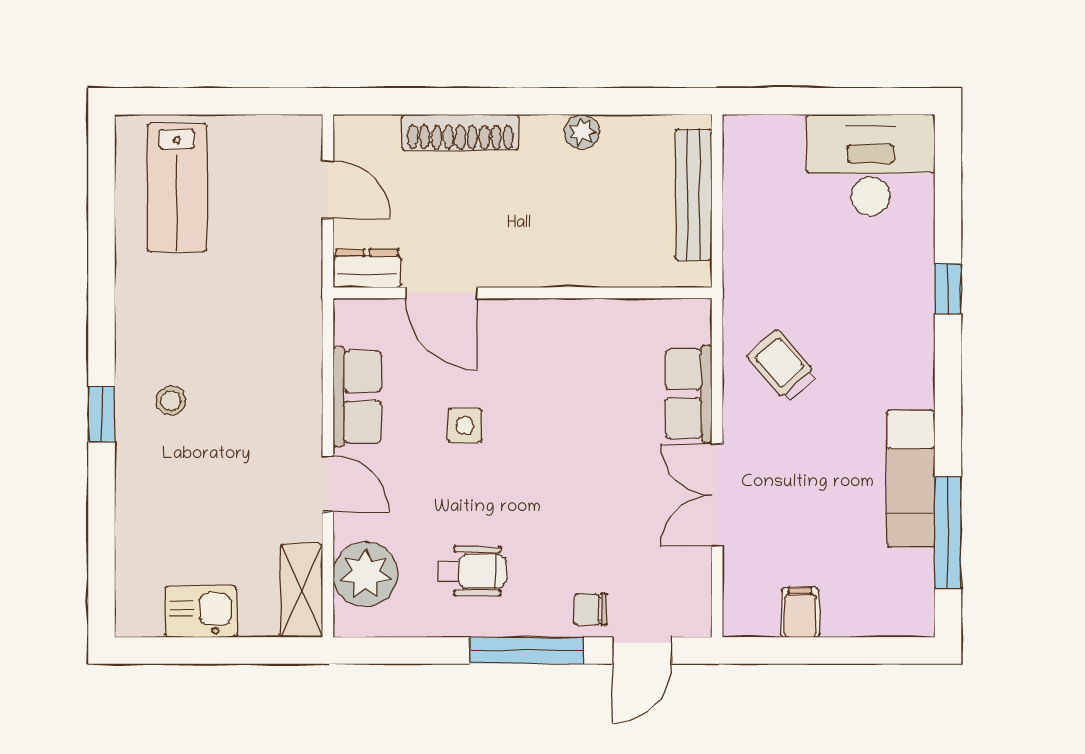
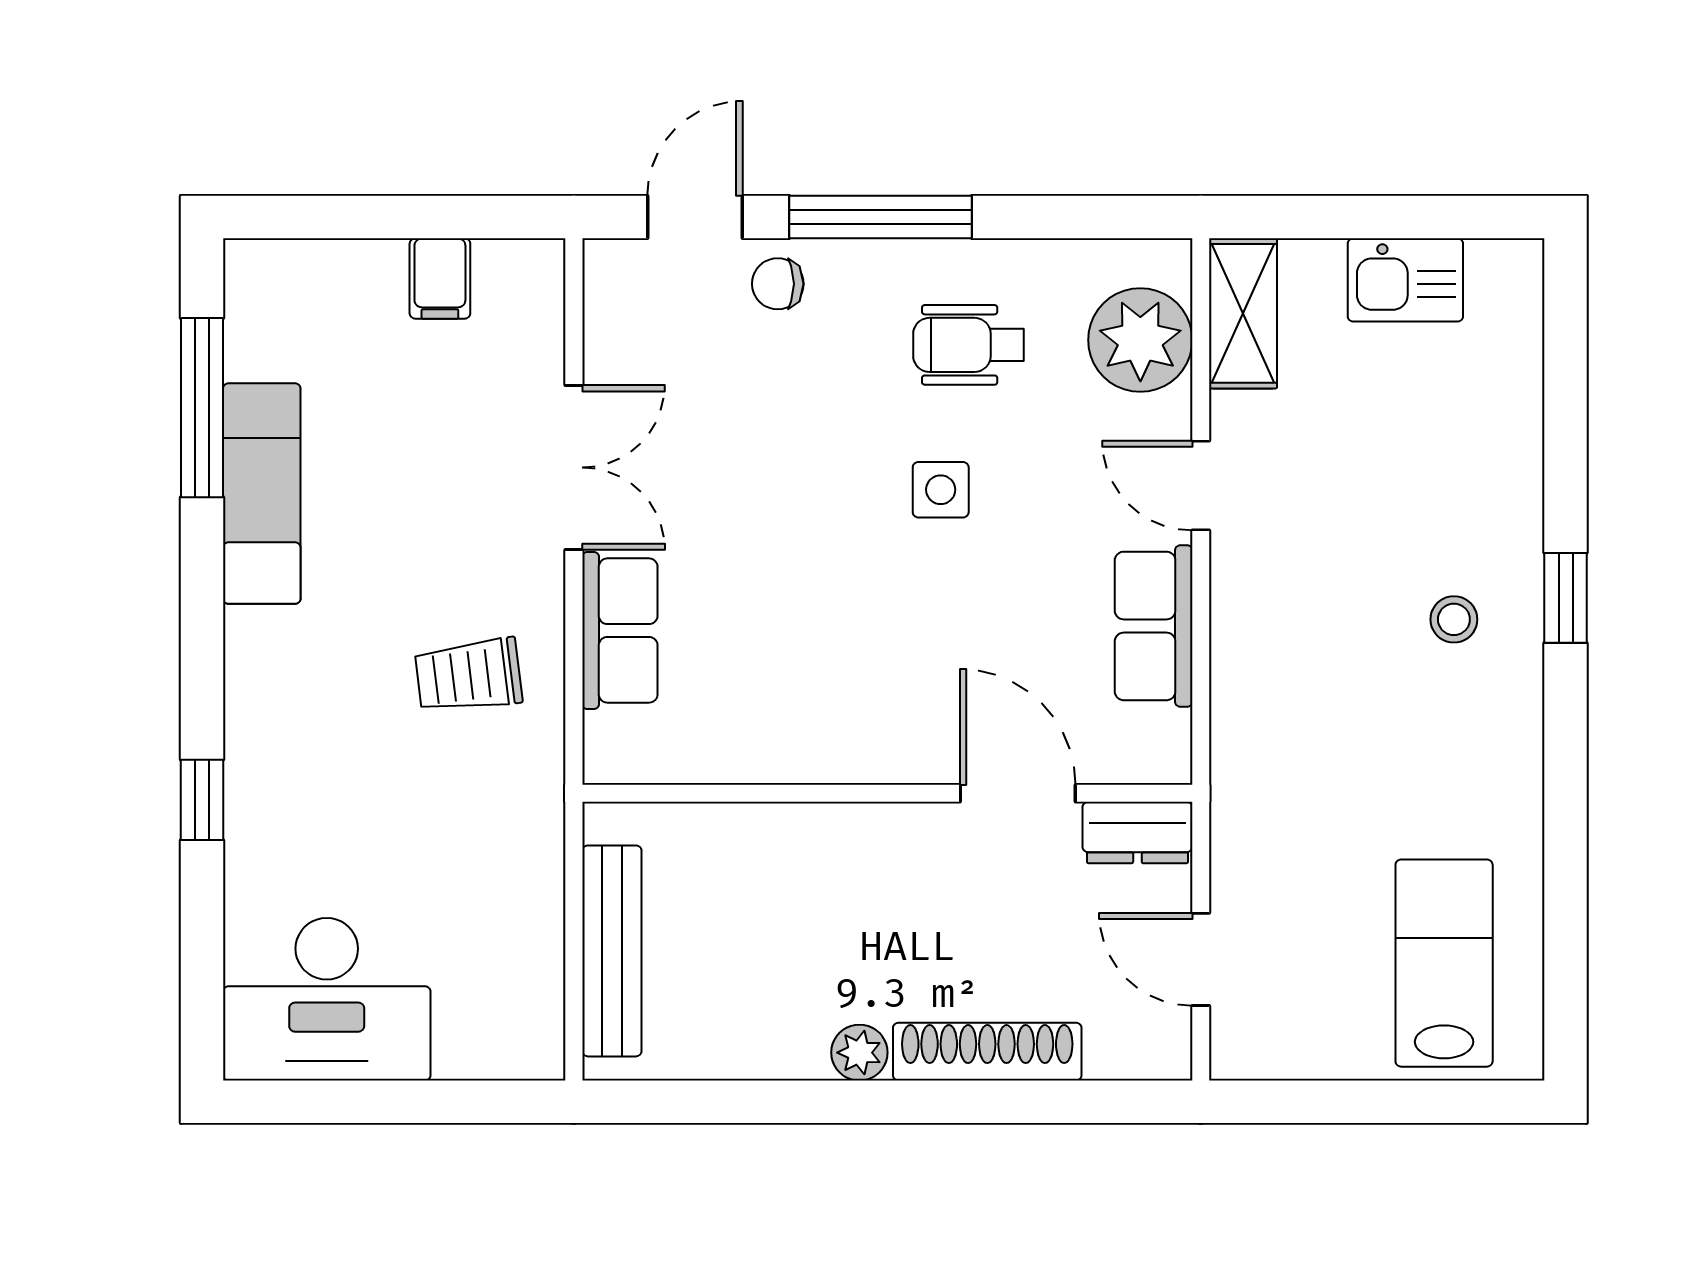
plant: (582, 132) -> (859, 1053), moved
trolley: (782, 366) -> (469, 676), turned 124
side table: (465, 425) -> (941, 490), moved
chair: (590, 609) -> (778, 284), turned 180

